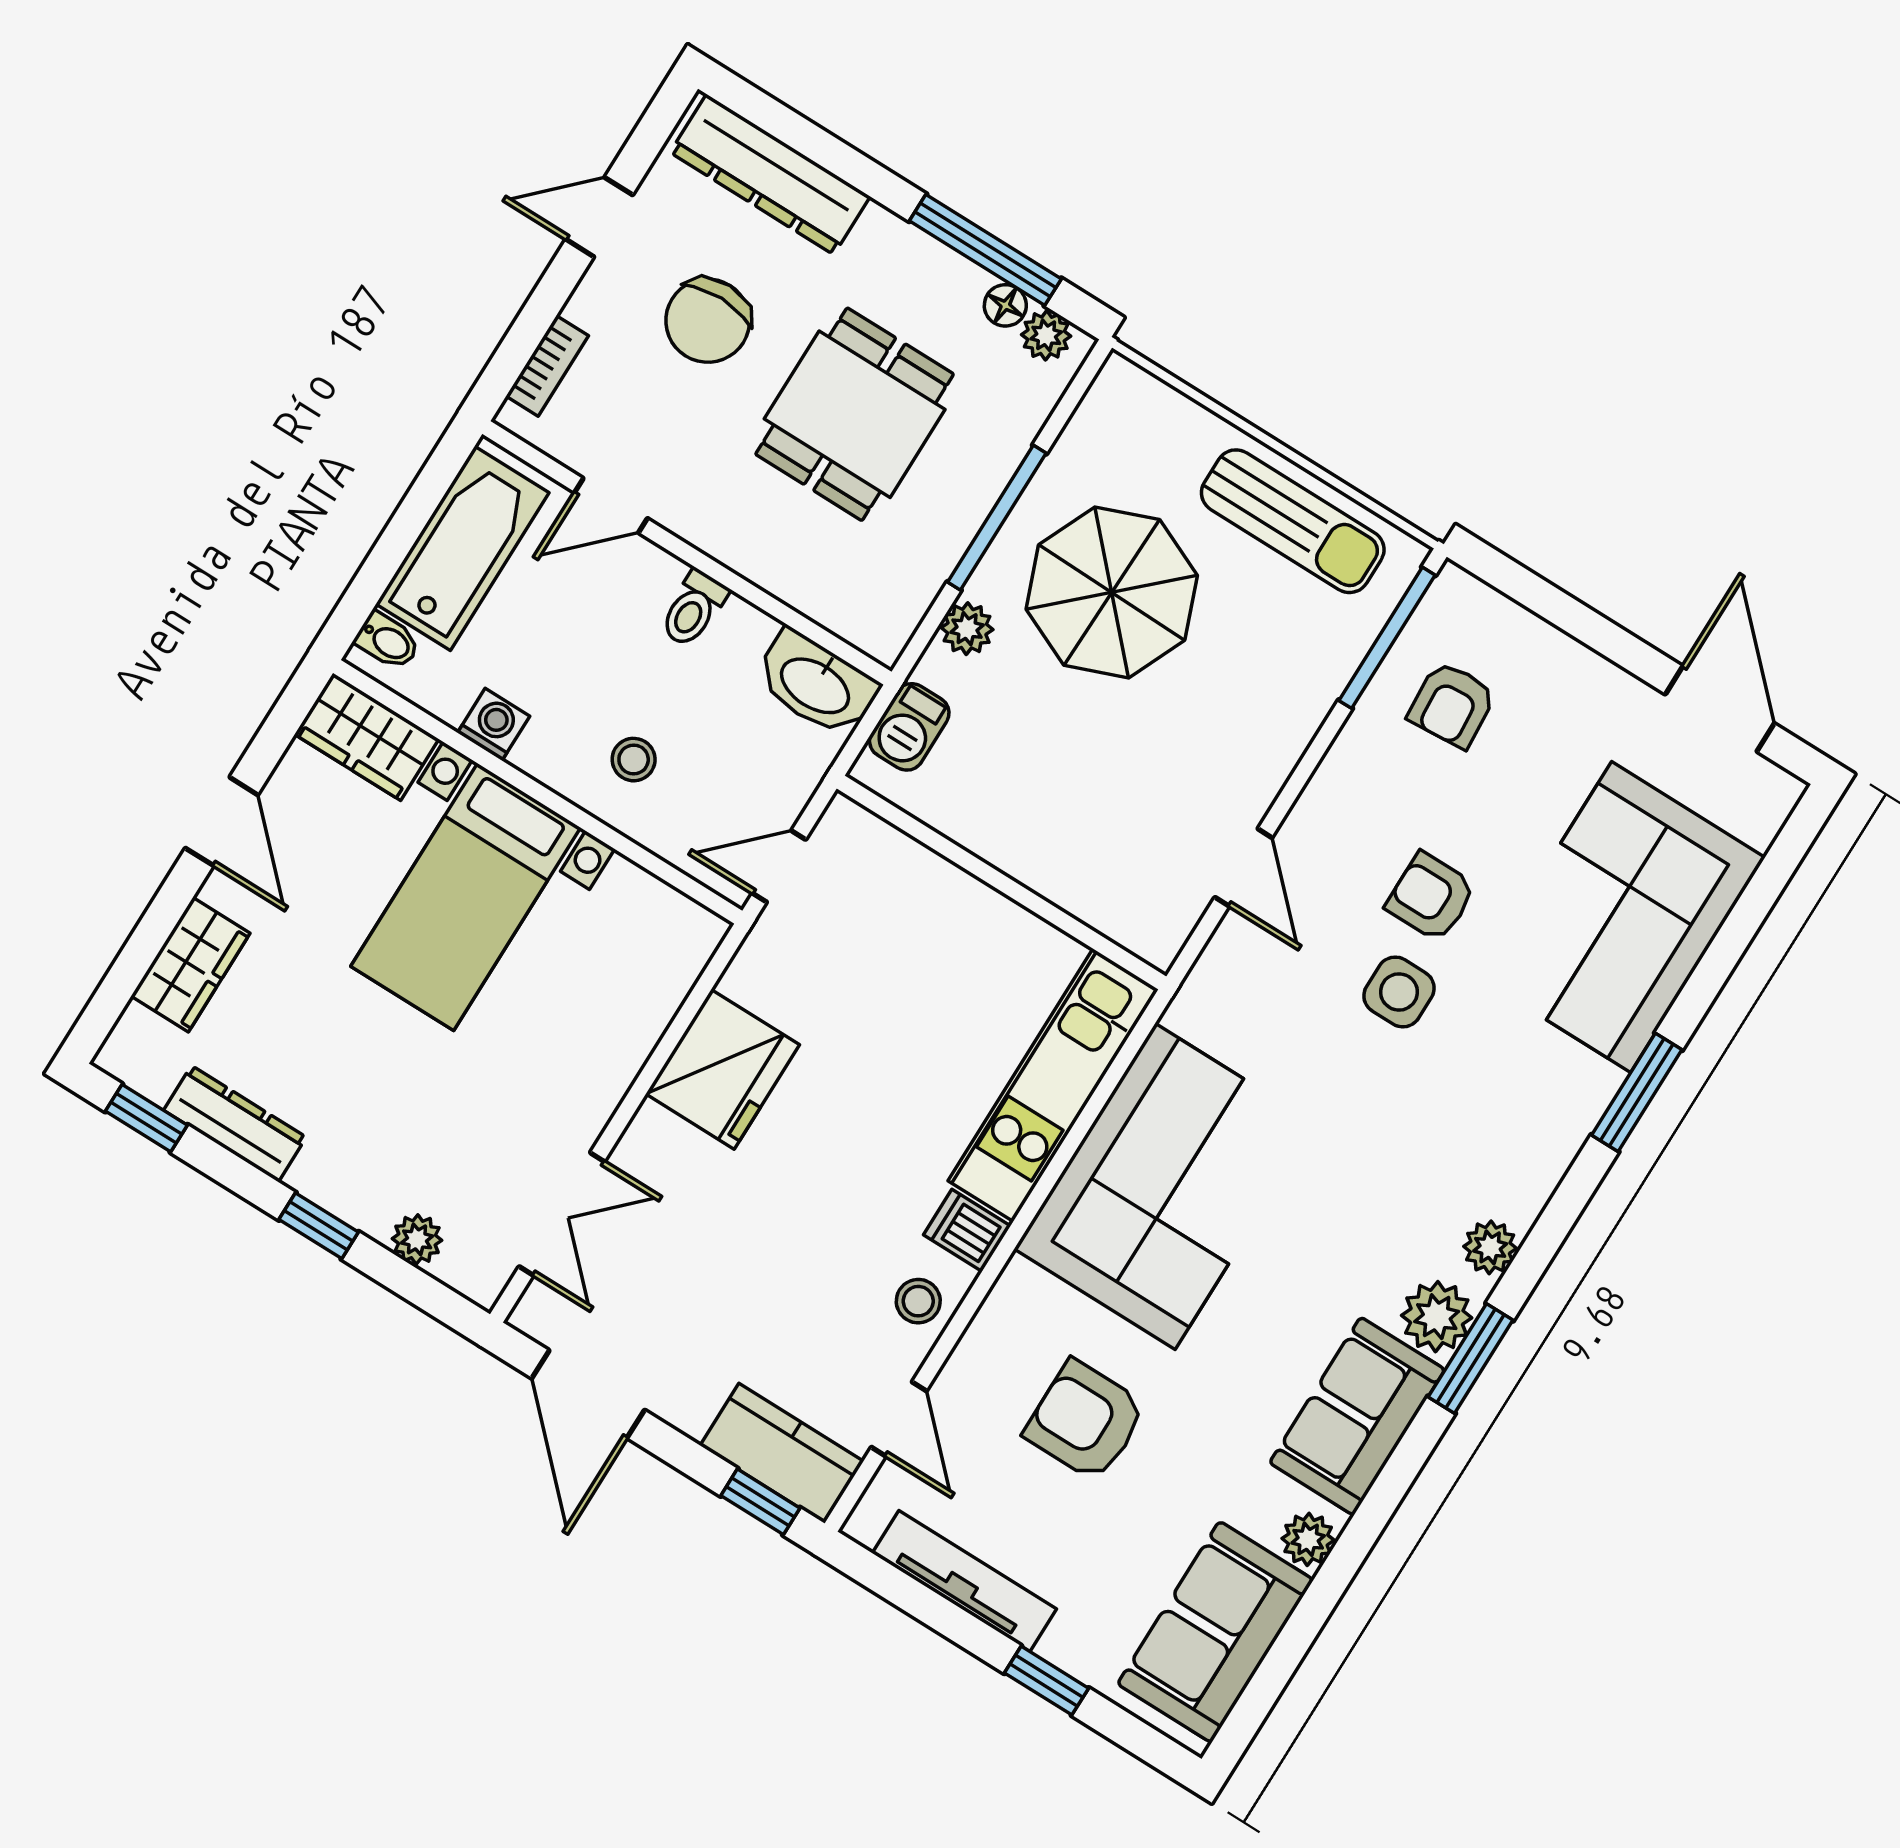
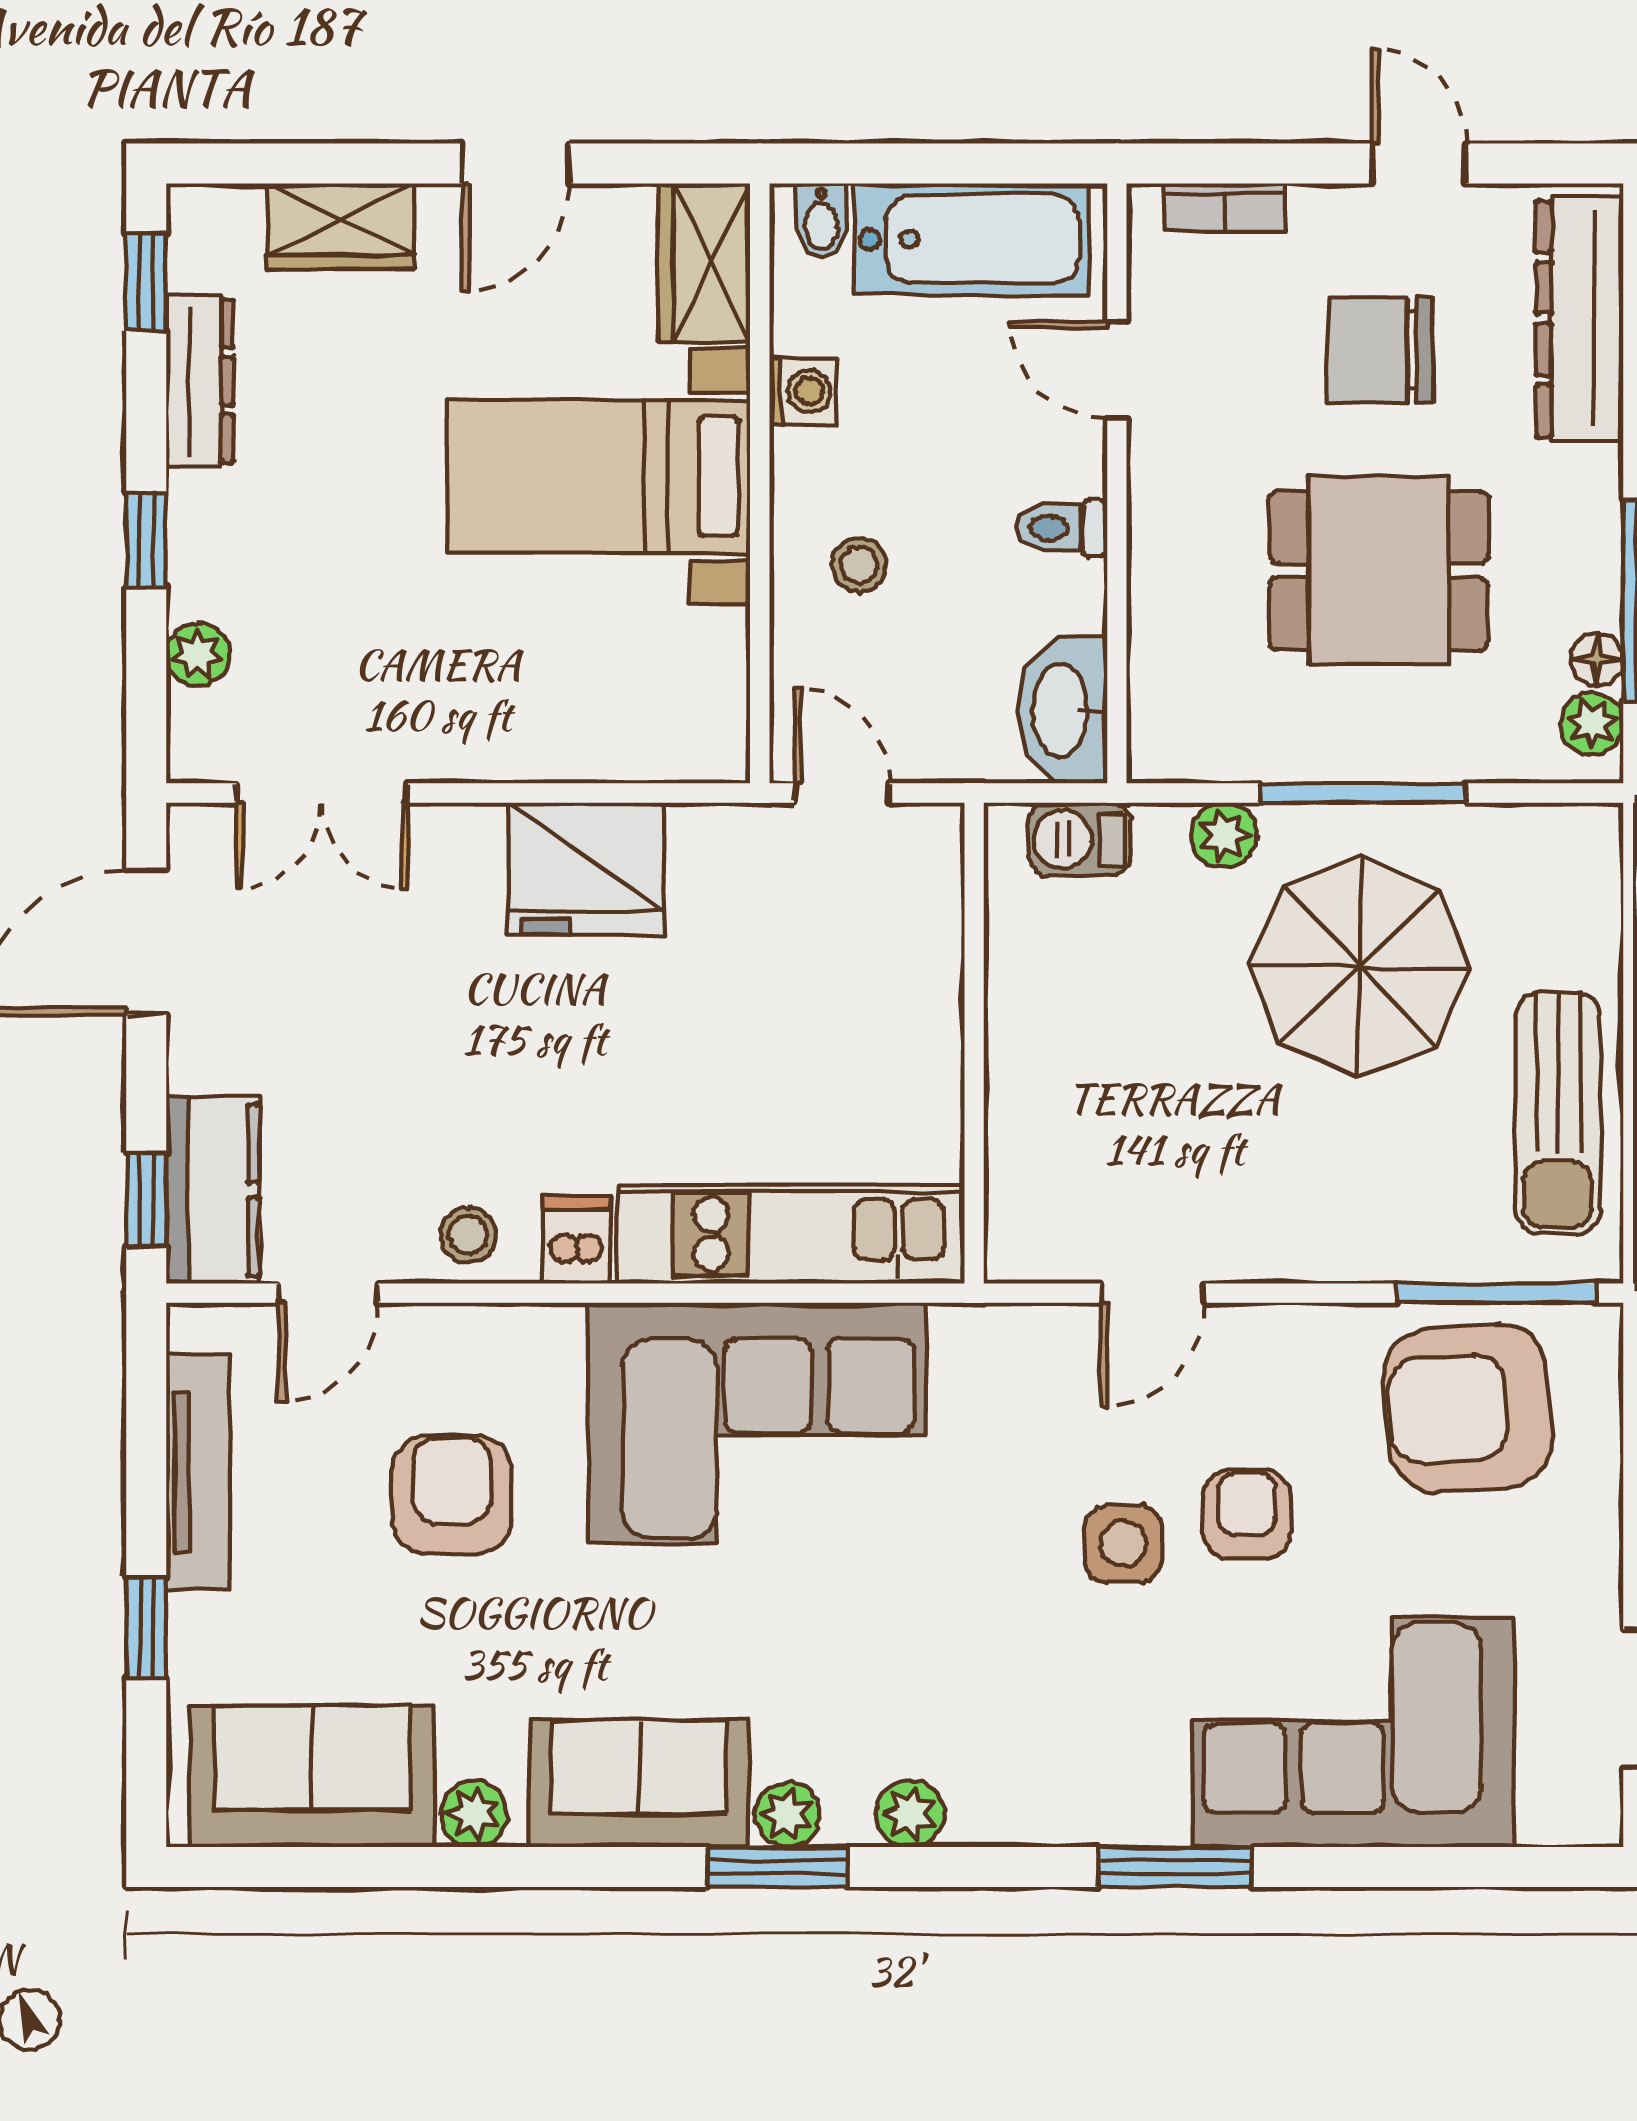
armchair: (1452, 705) -> (1468, 1408), width x1.88, depth x1.88
plant: (1437, 1317) -> (787, 1815), width x0.73, depth x0.73

